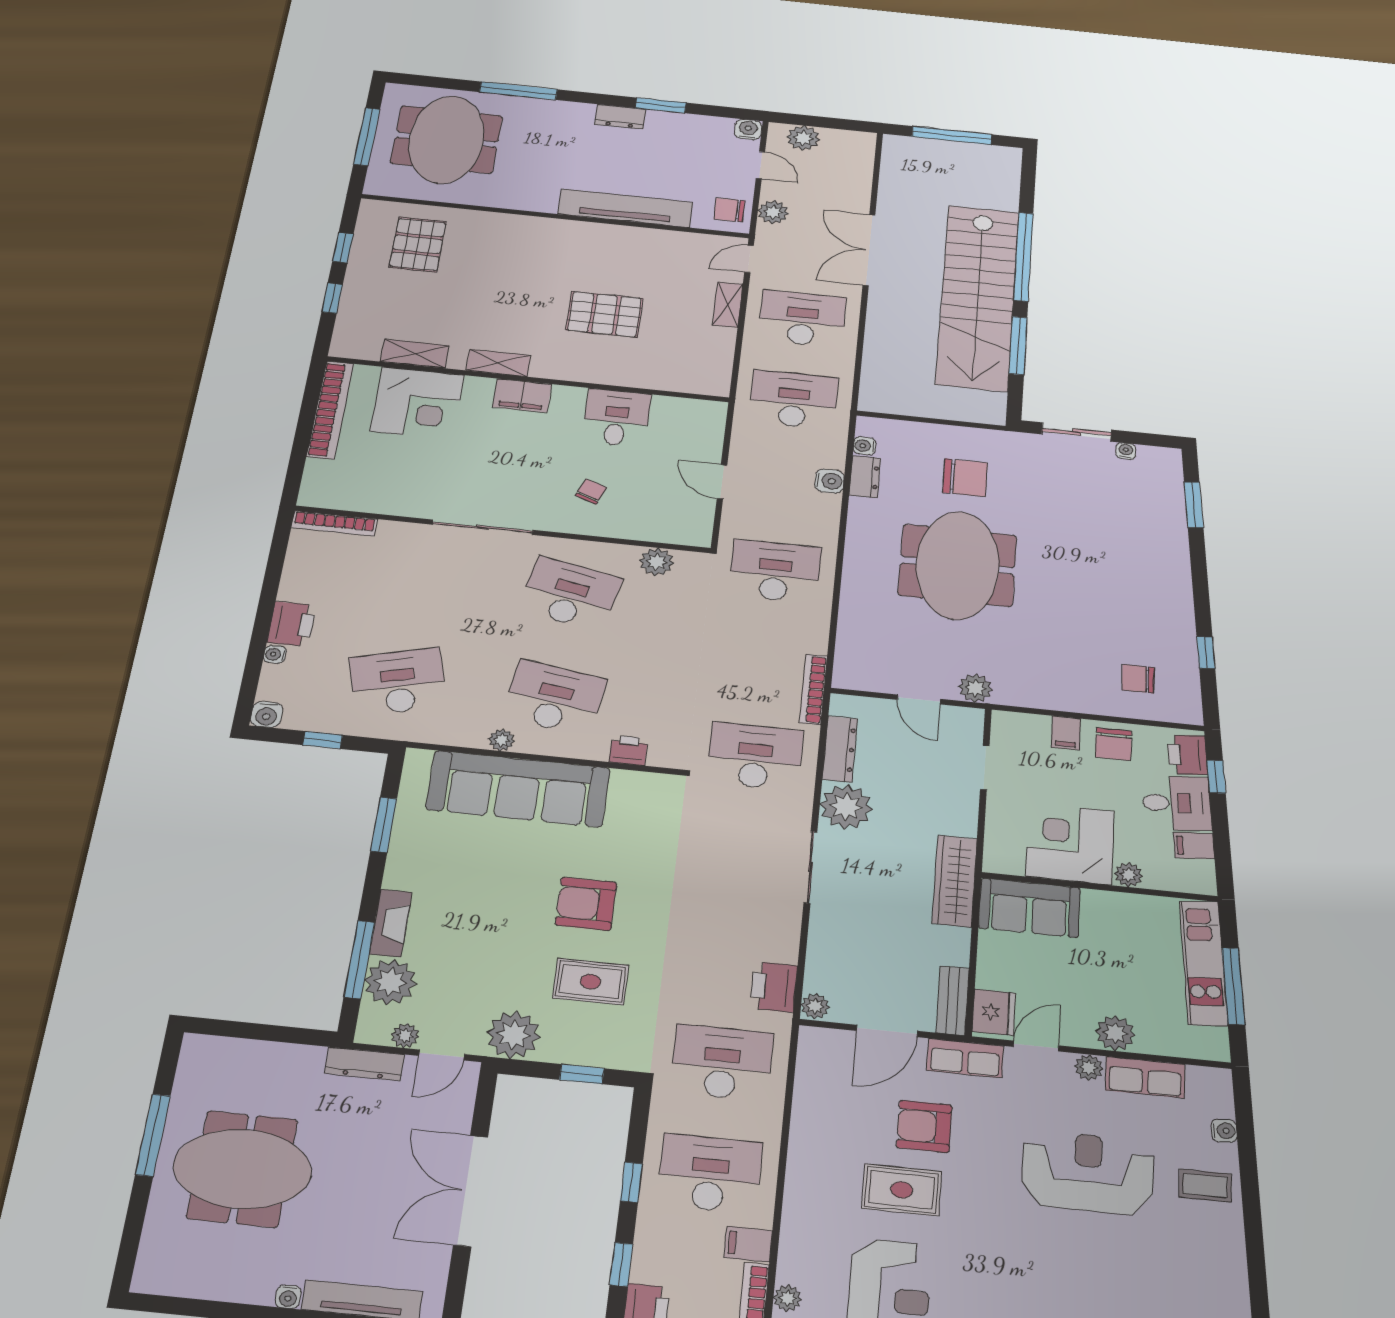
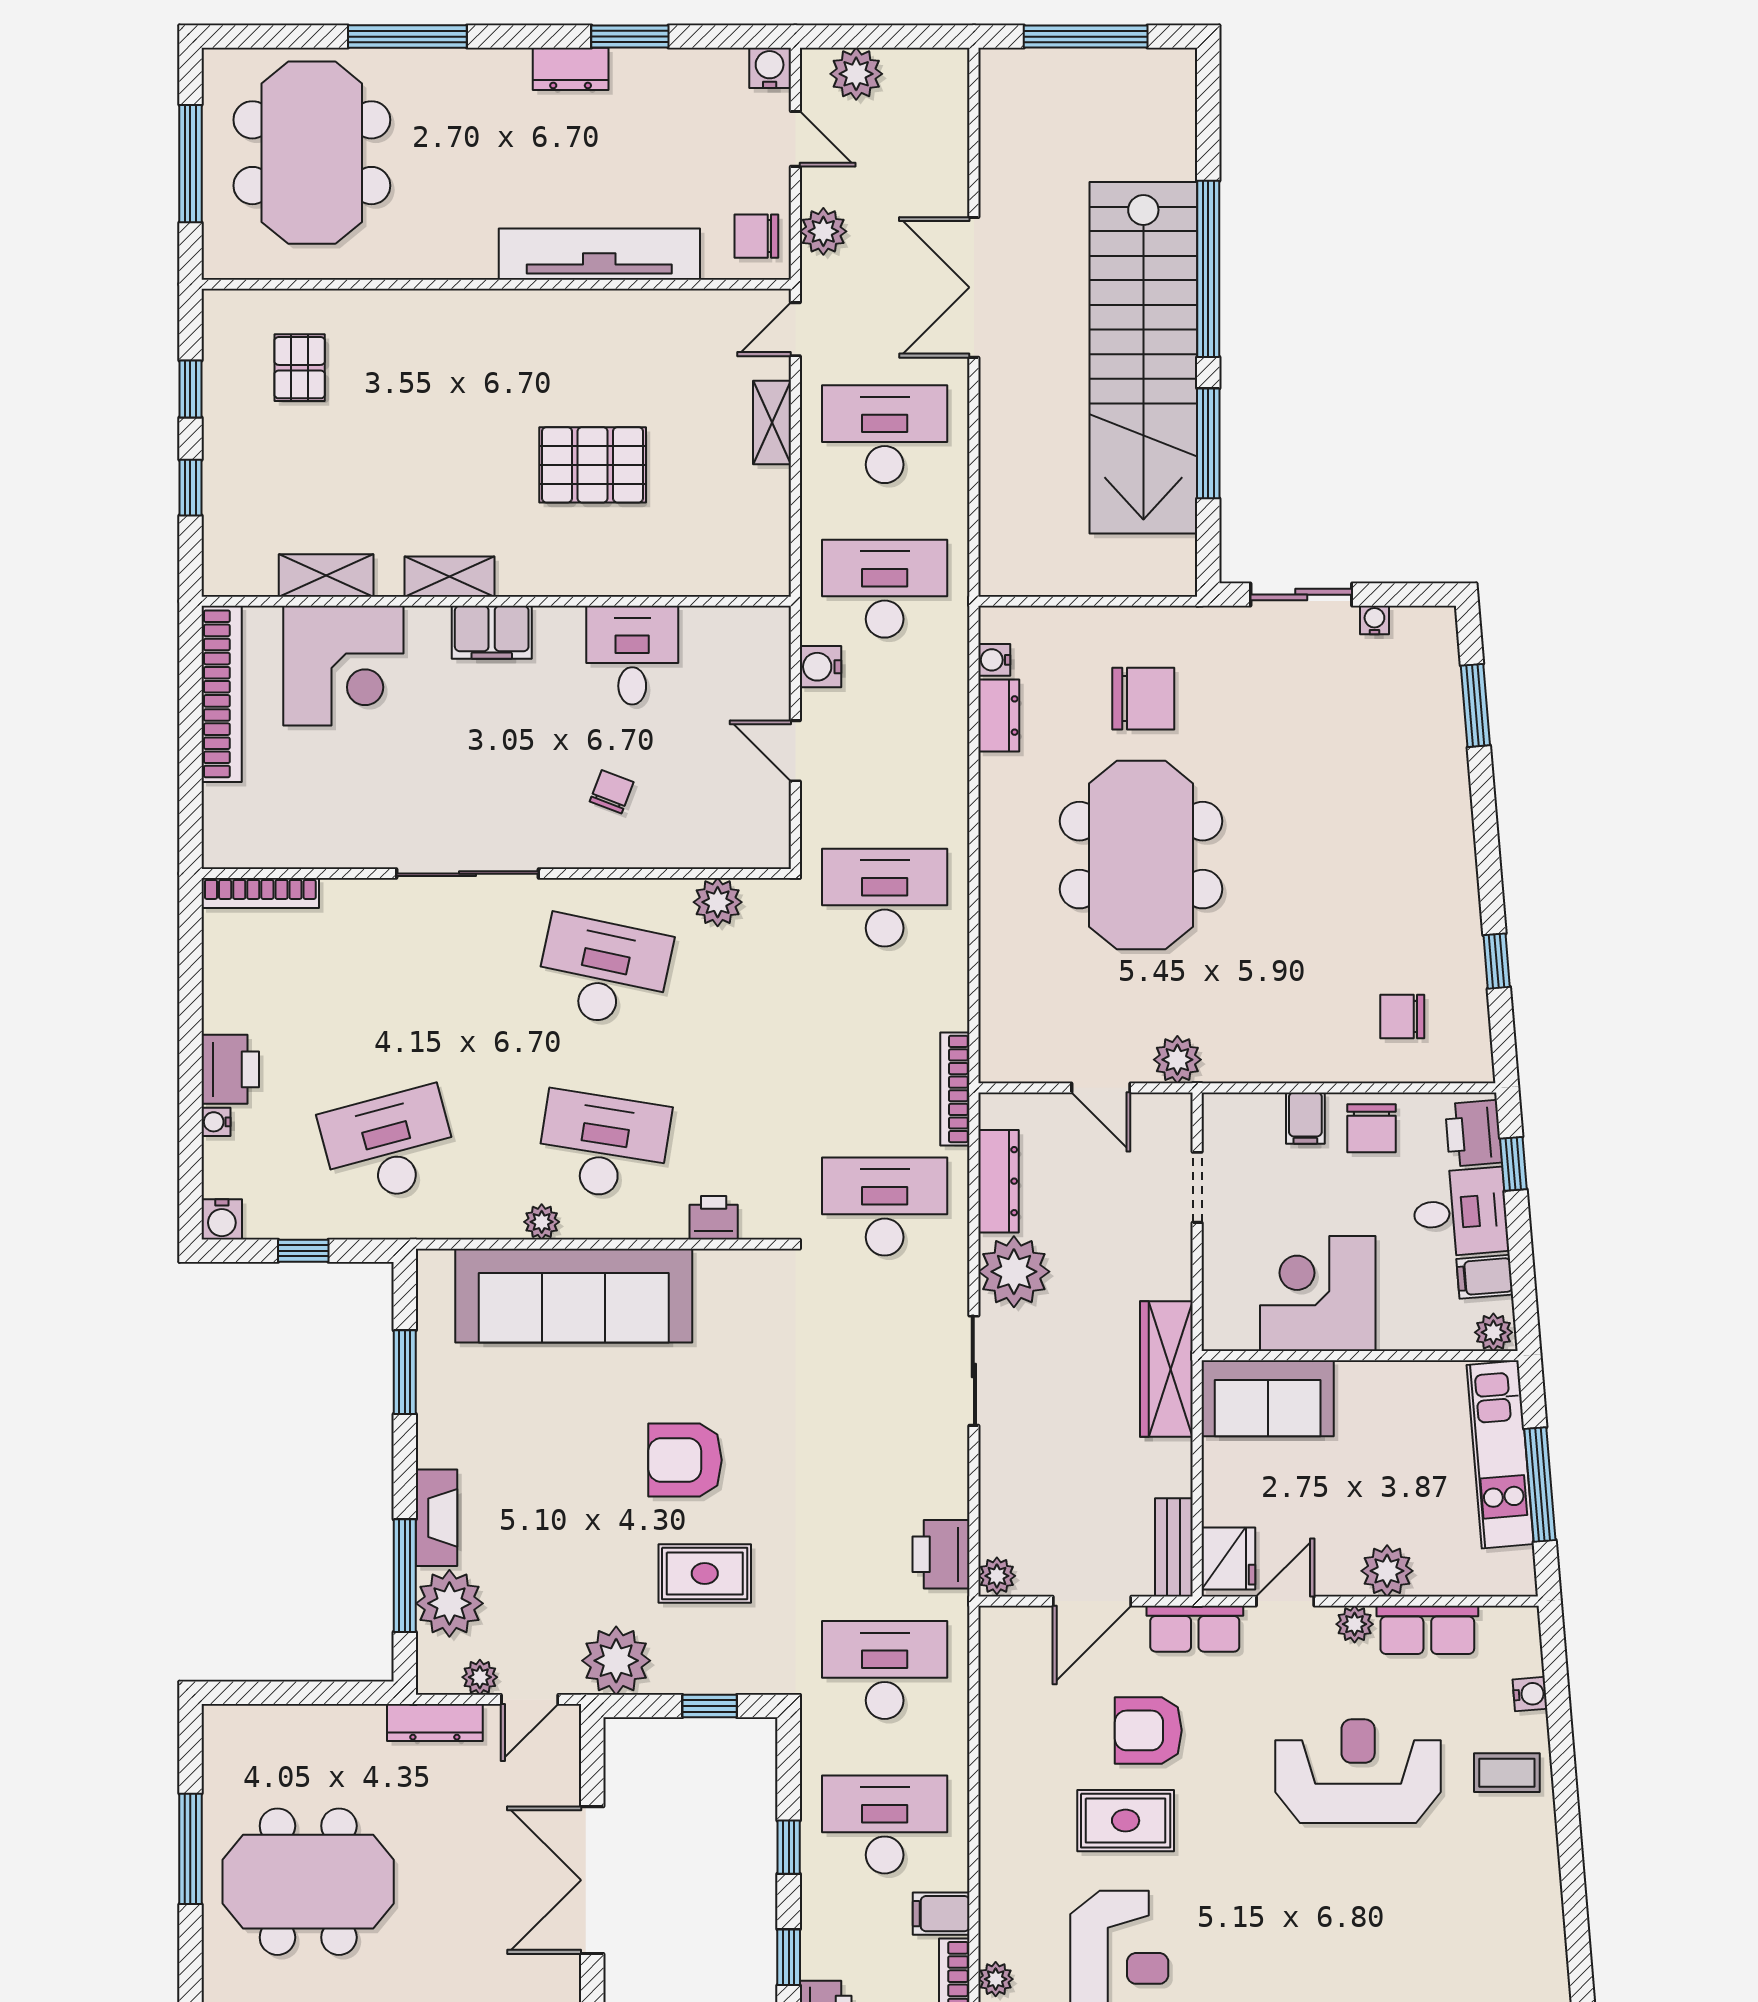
pallet: (418, 244) -> (300, 368), width x0.67, depth x0.71
water cooler: (830, 481) -> (820, 667), moved, turned 180
plant: (1129, 875) -> (1493, 1332), moved

